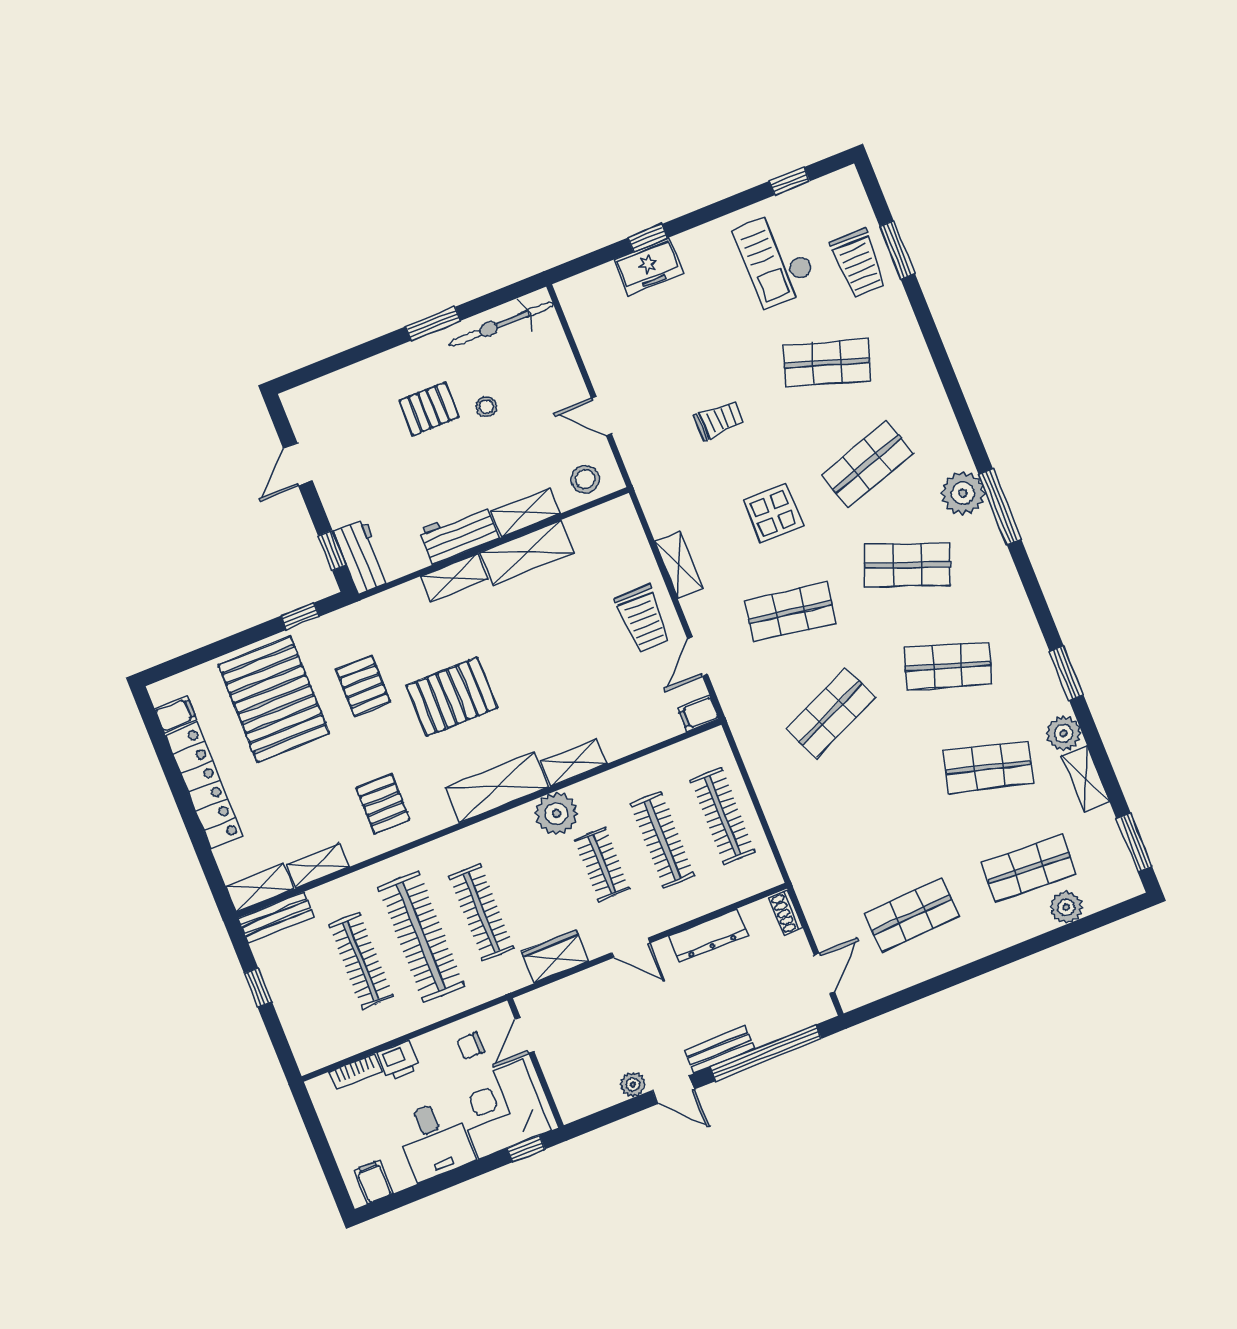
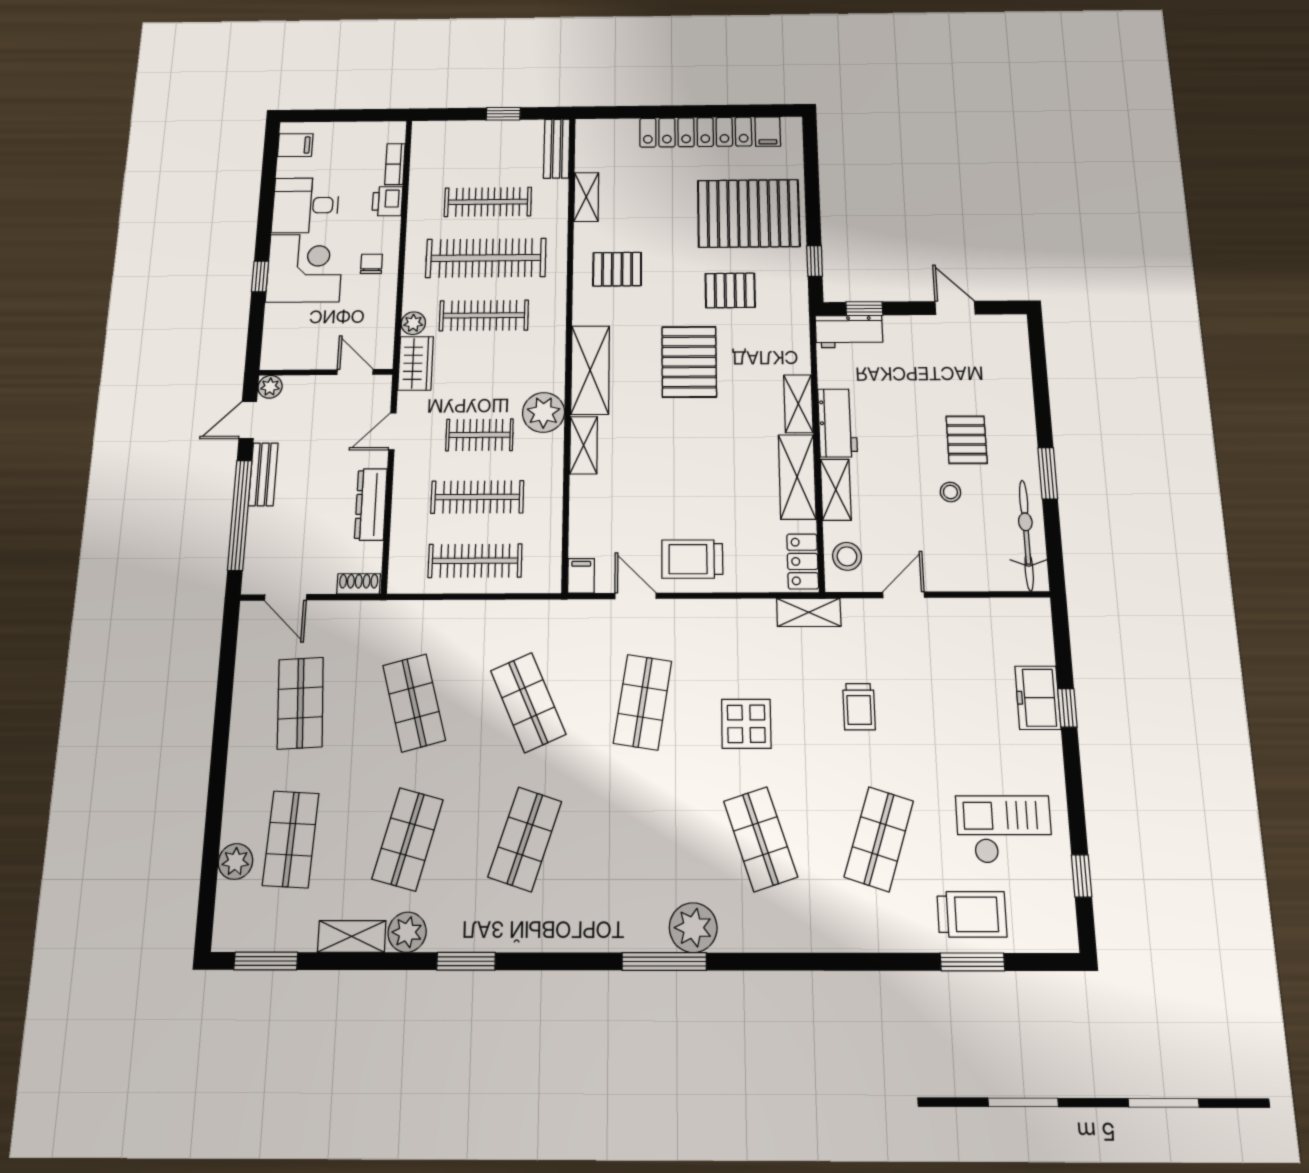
trolley: (858, 263) -> (972, 914), turned 180
locker: (606, 518) -> (803, 561), added
shelving: (679, 565) -> (809, 612), moved
shop shelf: (908, 565) -> (414, 703), moved, turned -36
shelving: (260, 888) -> (588, 145), removed
plant: (516, 977) -> (413, 323), added
door: (524, 1035) -> (355, 372), moved
wall: (536, 1063) -> (326, 372), moved

